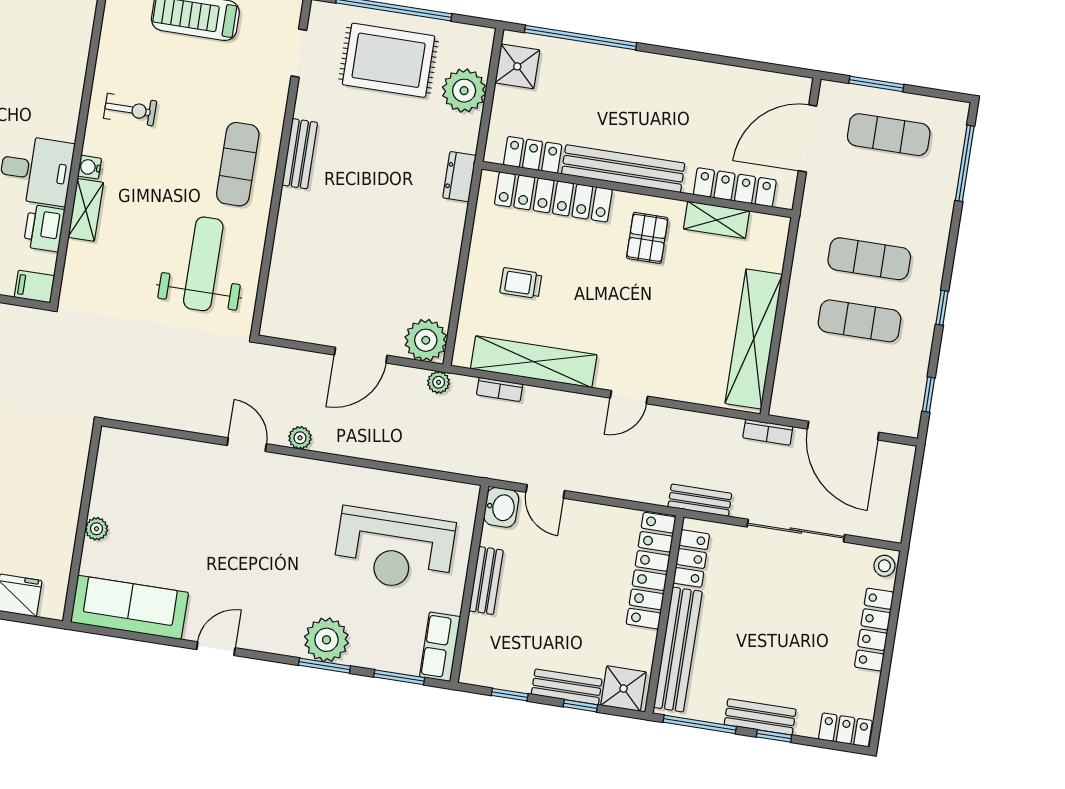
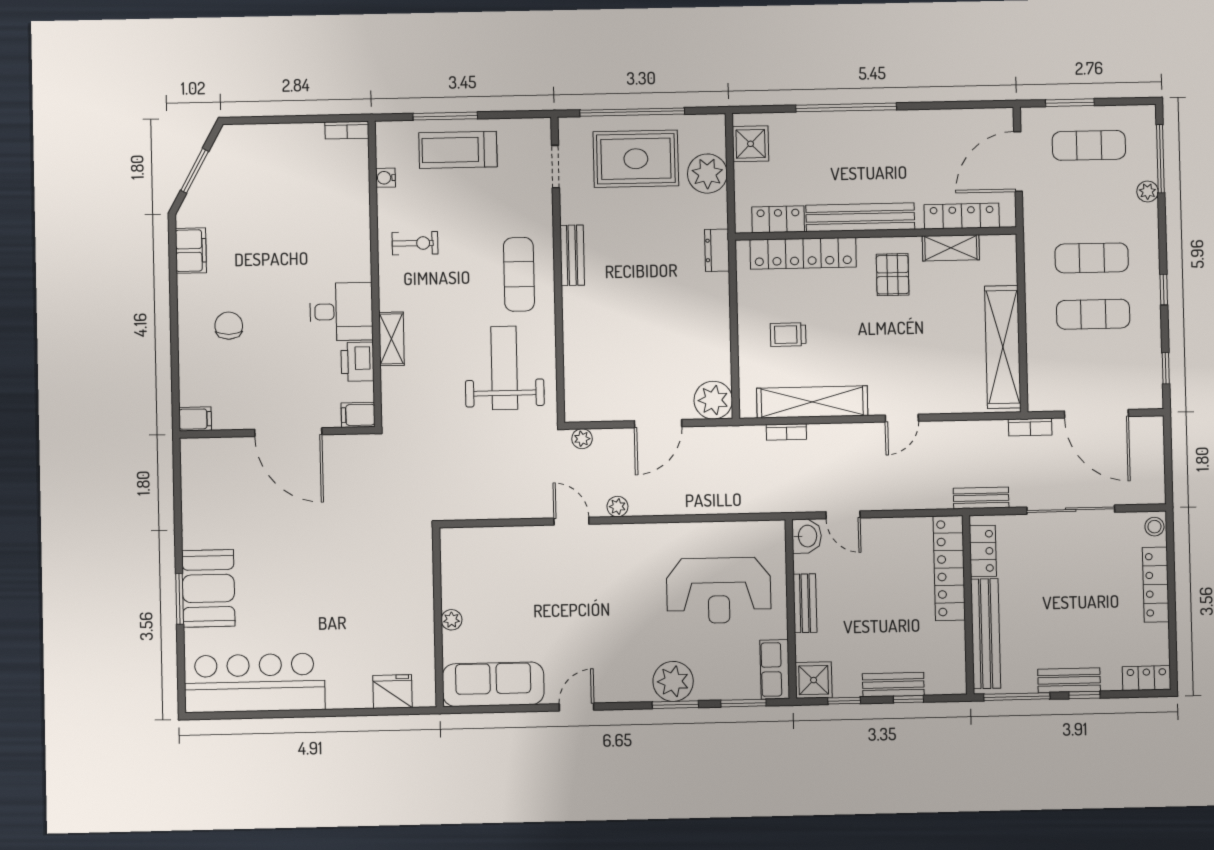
window: (581, 38) -> (846, 107), moved
water cooler: (90, 167) -> (386, 178), moved
plant: (944, 197) -> (1148, 191), added
plant: (439, 382) -> (582, 439), moved
shower: (624, 689) -> (814, 680), moved

